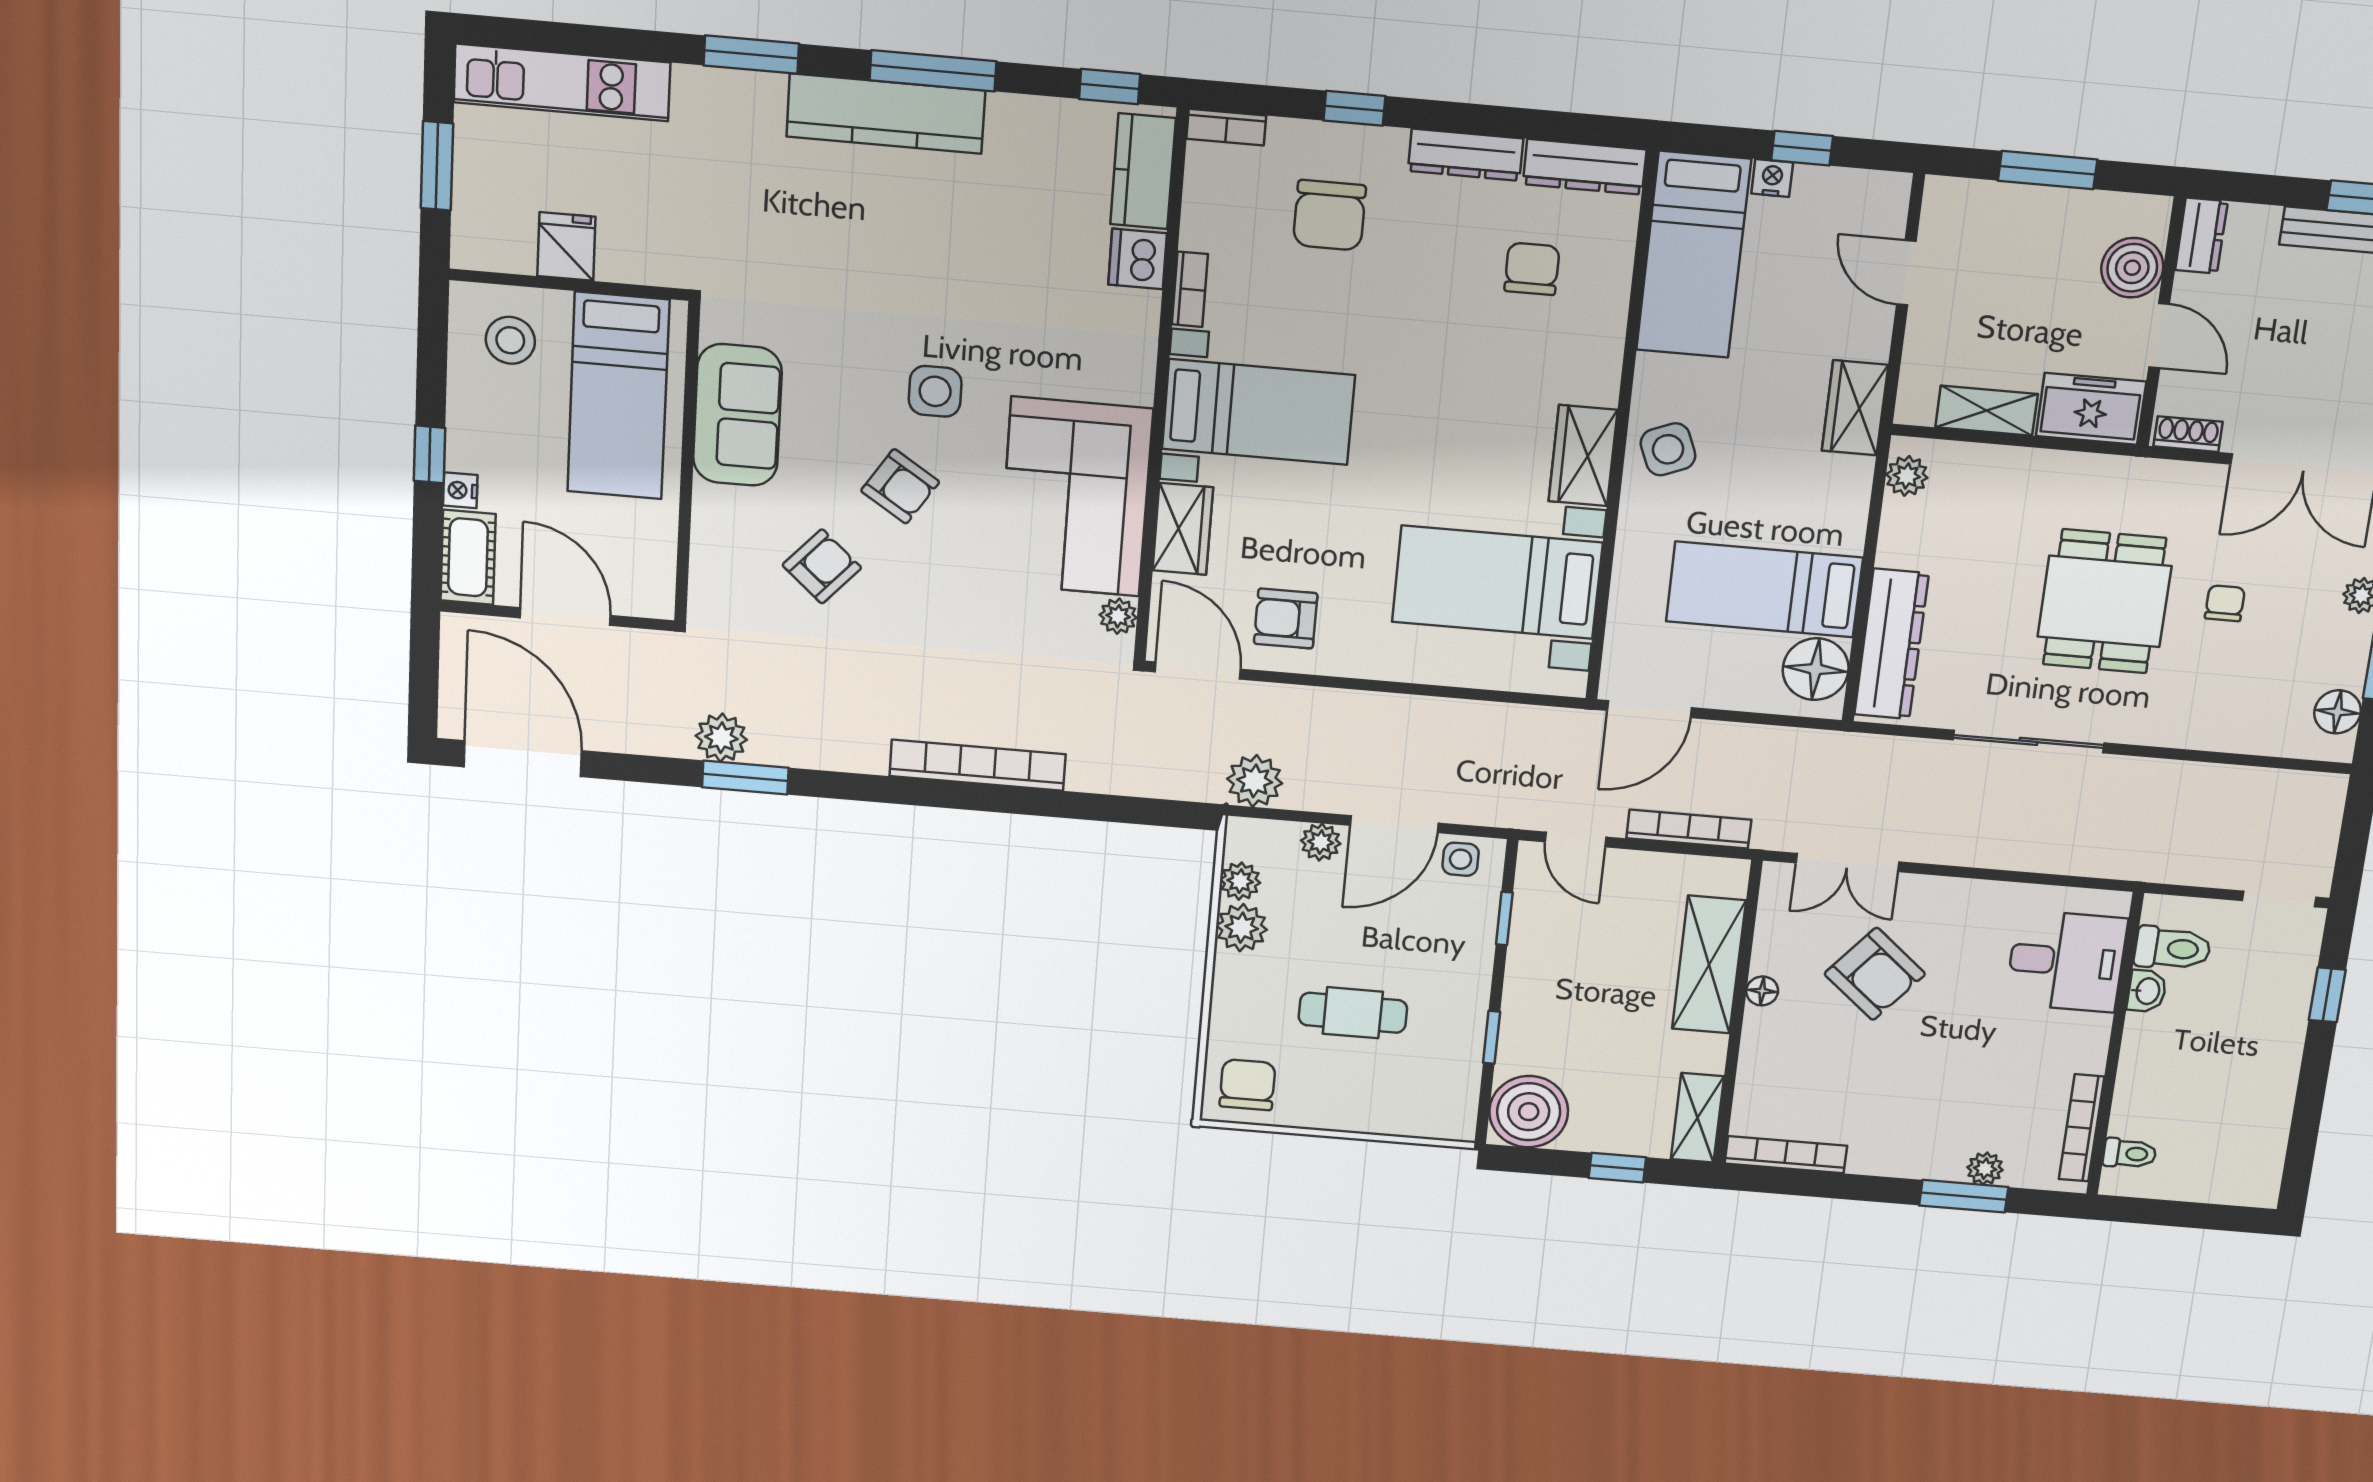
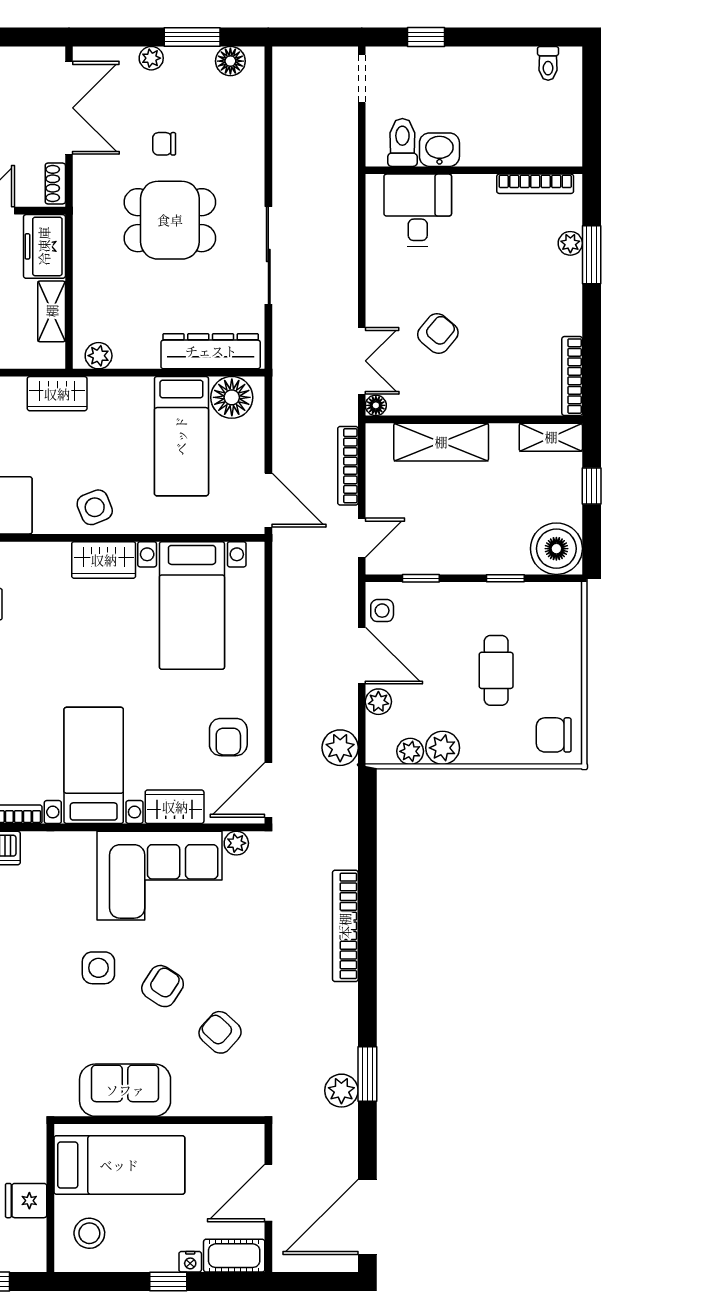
armchair: (1875, 974) -> (438, 334), width x0.72, depth x0.72
floor lamp: (1762, 991) -> (376, 405), moved
washbasin: (2147, 991) -> (439, 150), width x1.38, depth x1.45
toilet: (2130, 1153) -> (548, 63), moved, turned 180

